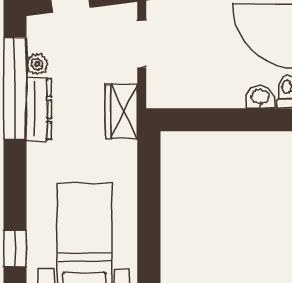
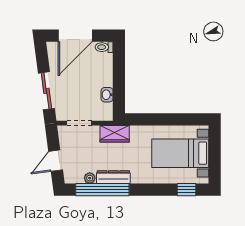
washbasin: (260, 97) -> (107, 95), moved

